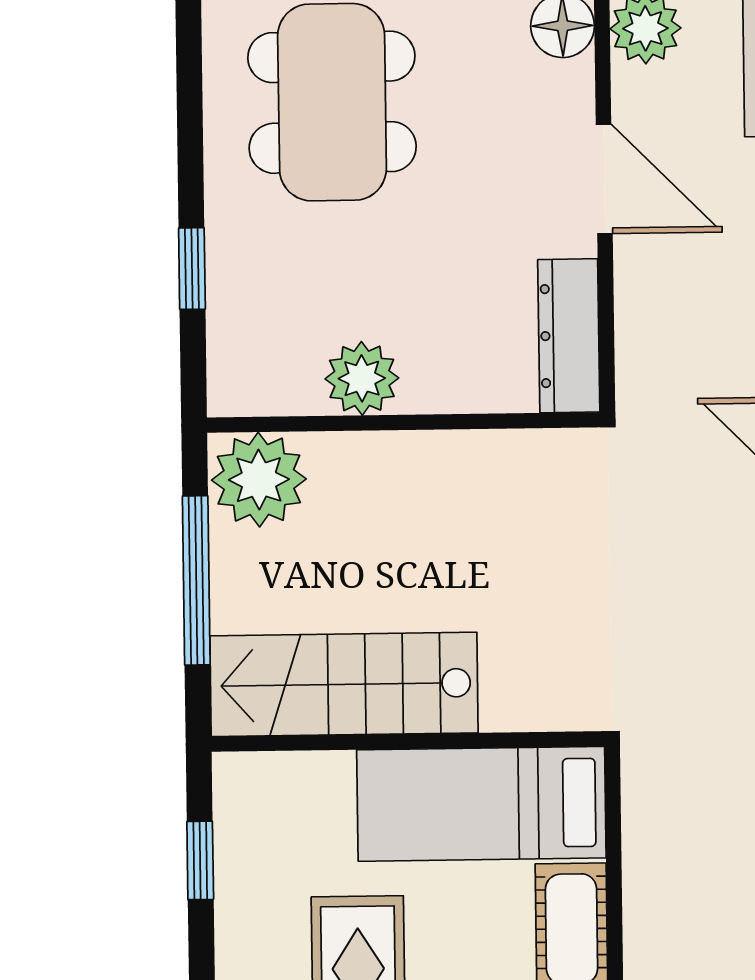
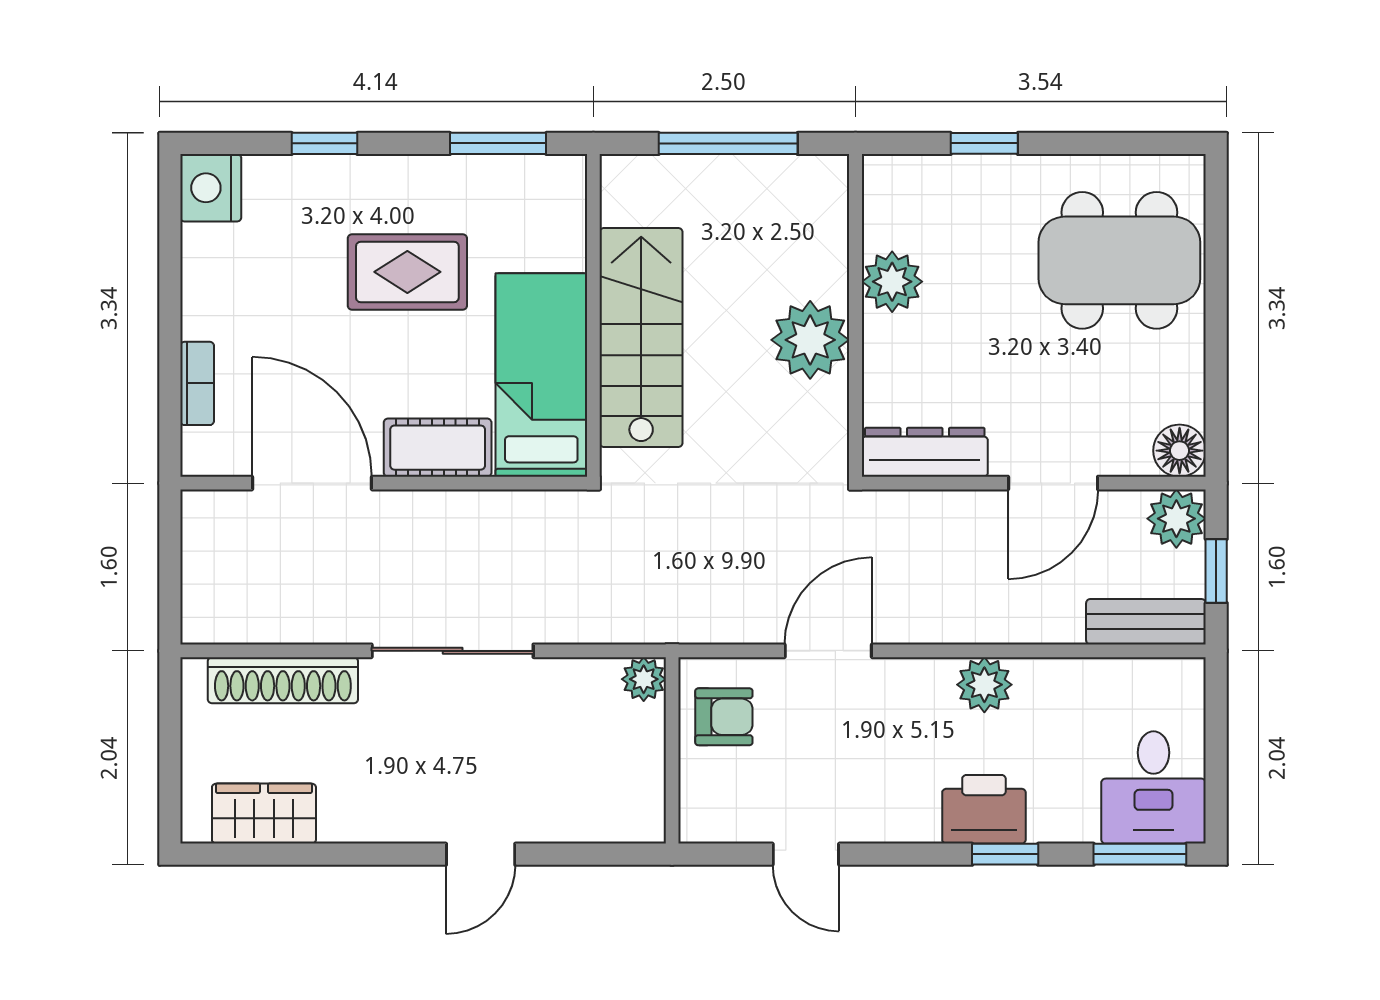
plant: (259, 480) -> (810, 340), moved
stairs: (344, 684) -> (641, 337), moved
window: (200, 860) -> (498, 143), width x1.50

